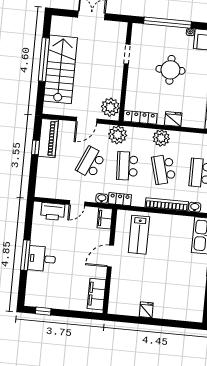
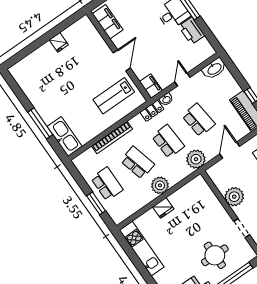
round table: (170, 70) -> (215, 255), moved
plant: (110, 107) -> (234, 197), moved
locker: (140, 117) -> (190, 188), removed
school desk: (91, 162) -> (199, 120), turned -30
washbasin: (195, 207) -> (214, 69), moved, width x1.91, depth x1.45
printer: (53, 211) -> (192, 31), moved, turned -90
lab bench: (139, 235) -> (114, 96), turned -90

